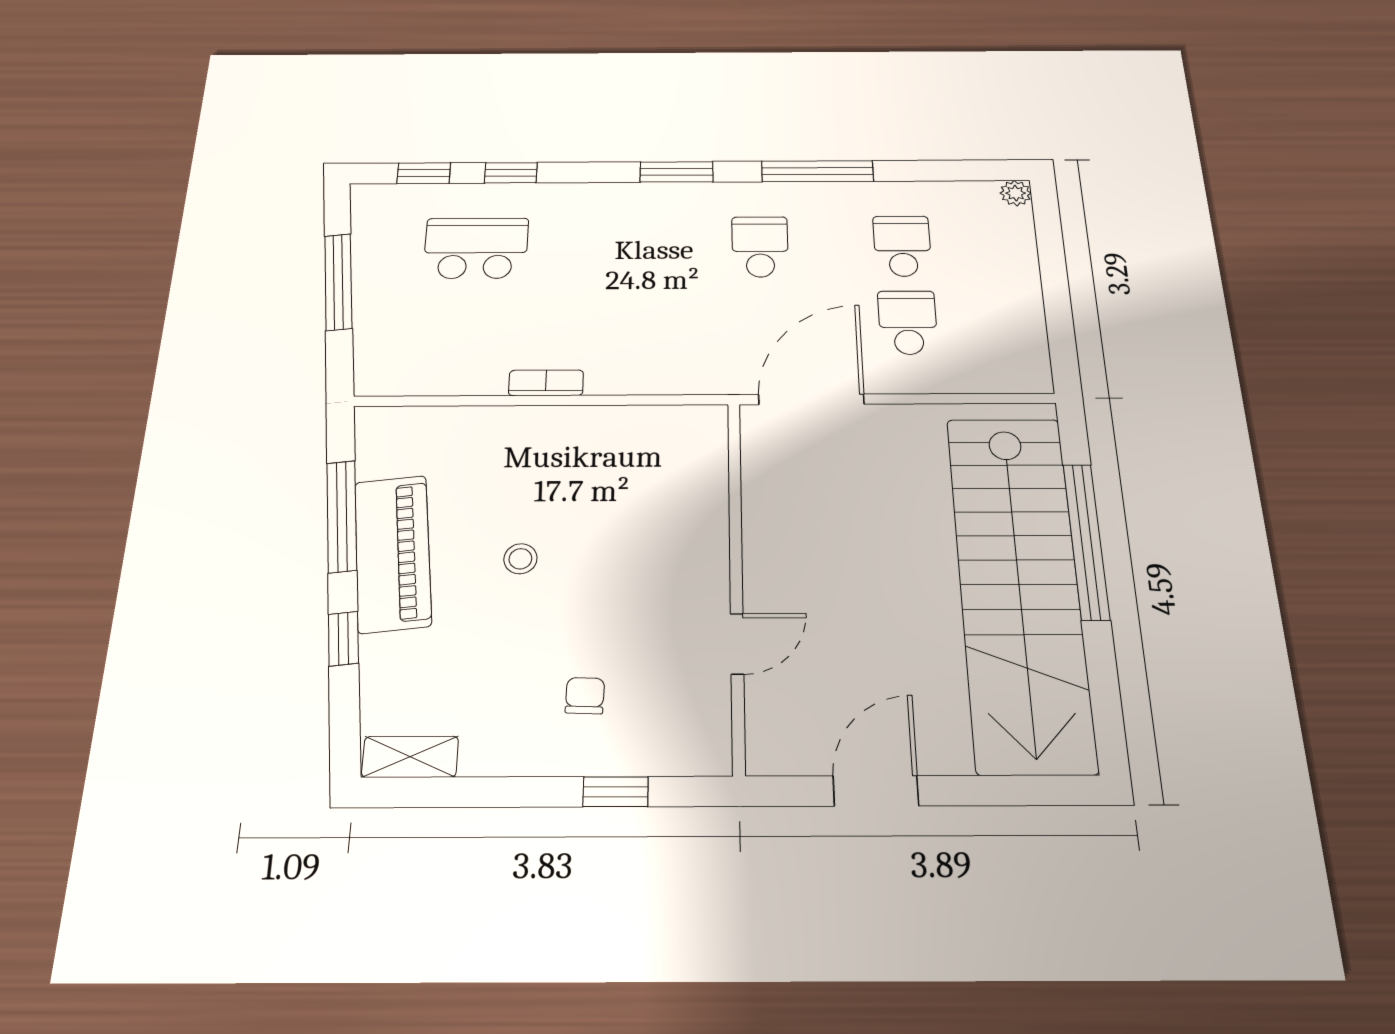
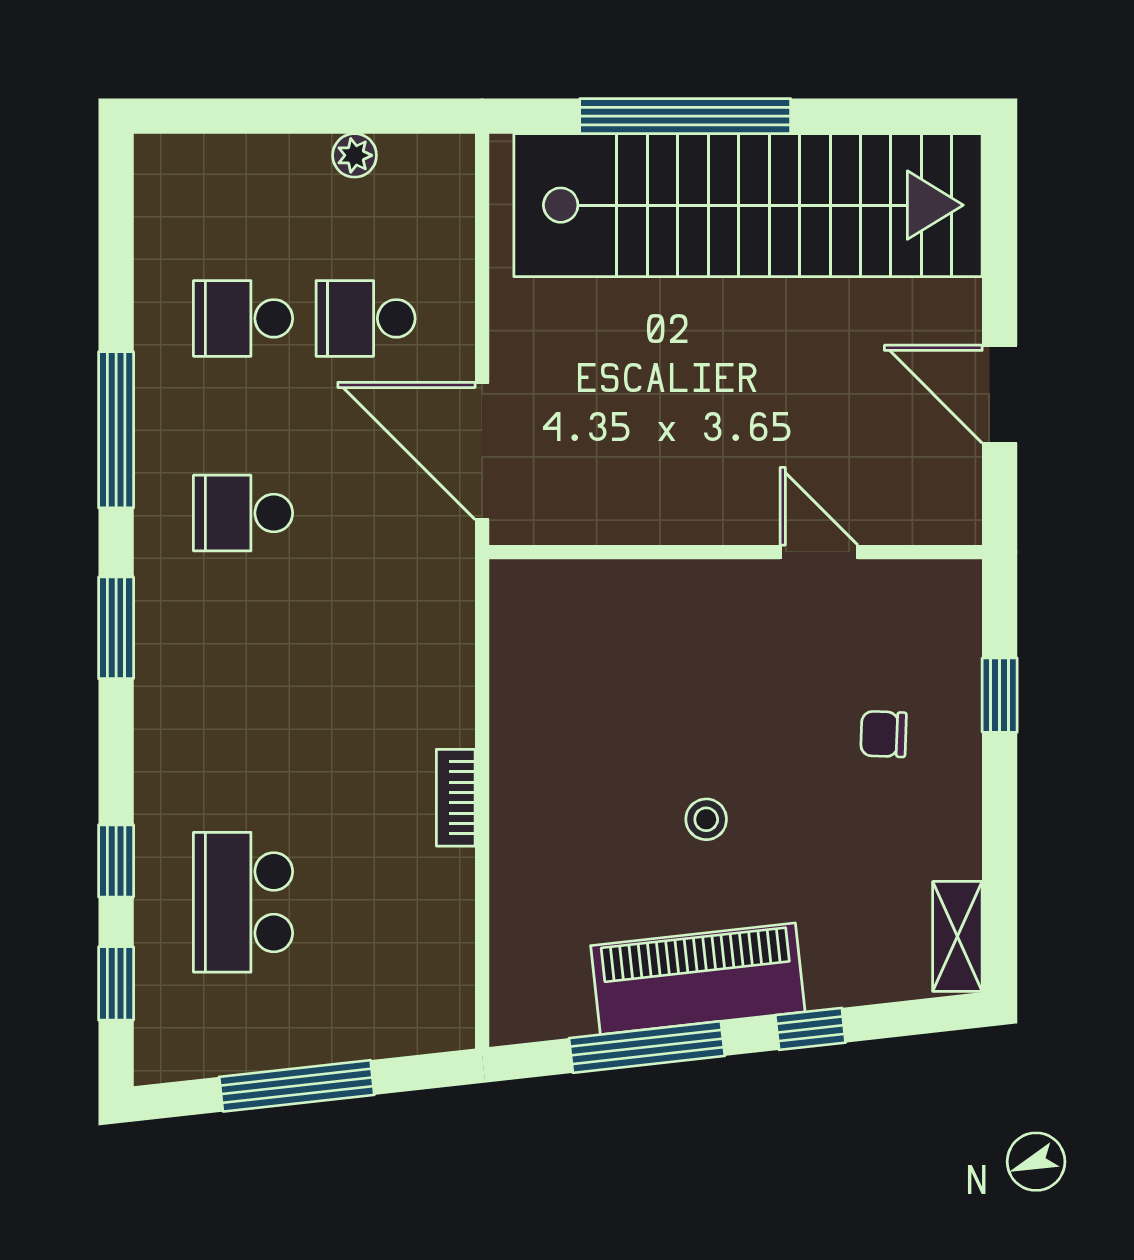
plant: (1016, 193) -> (355, 155), moved

